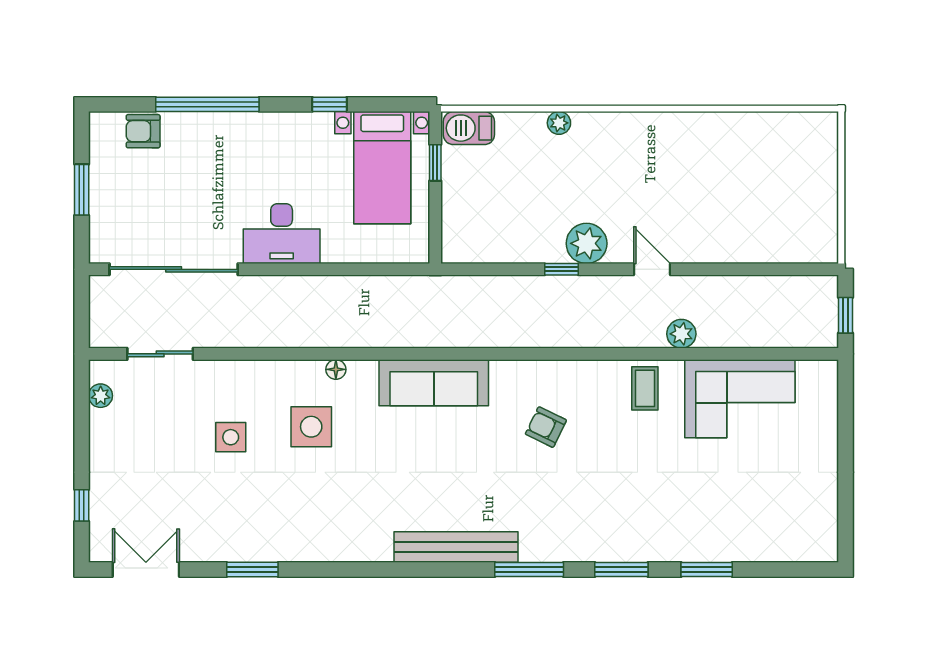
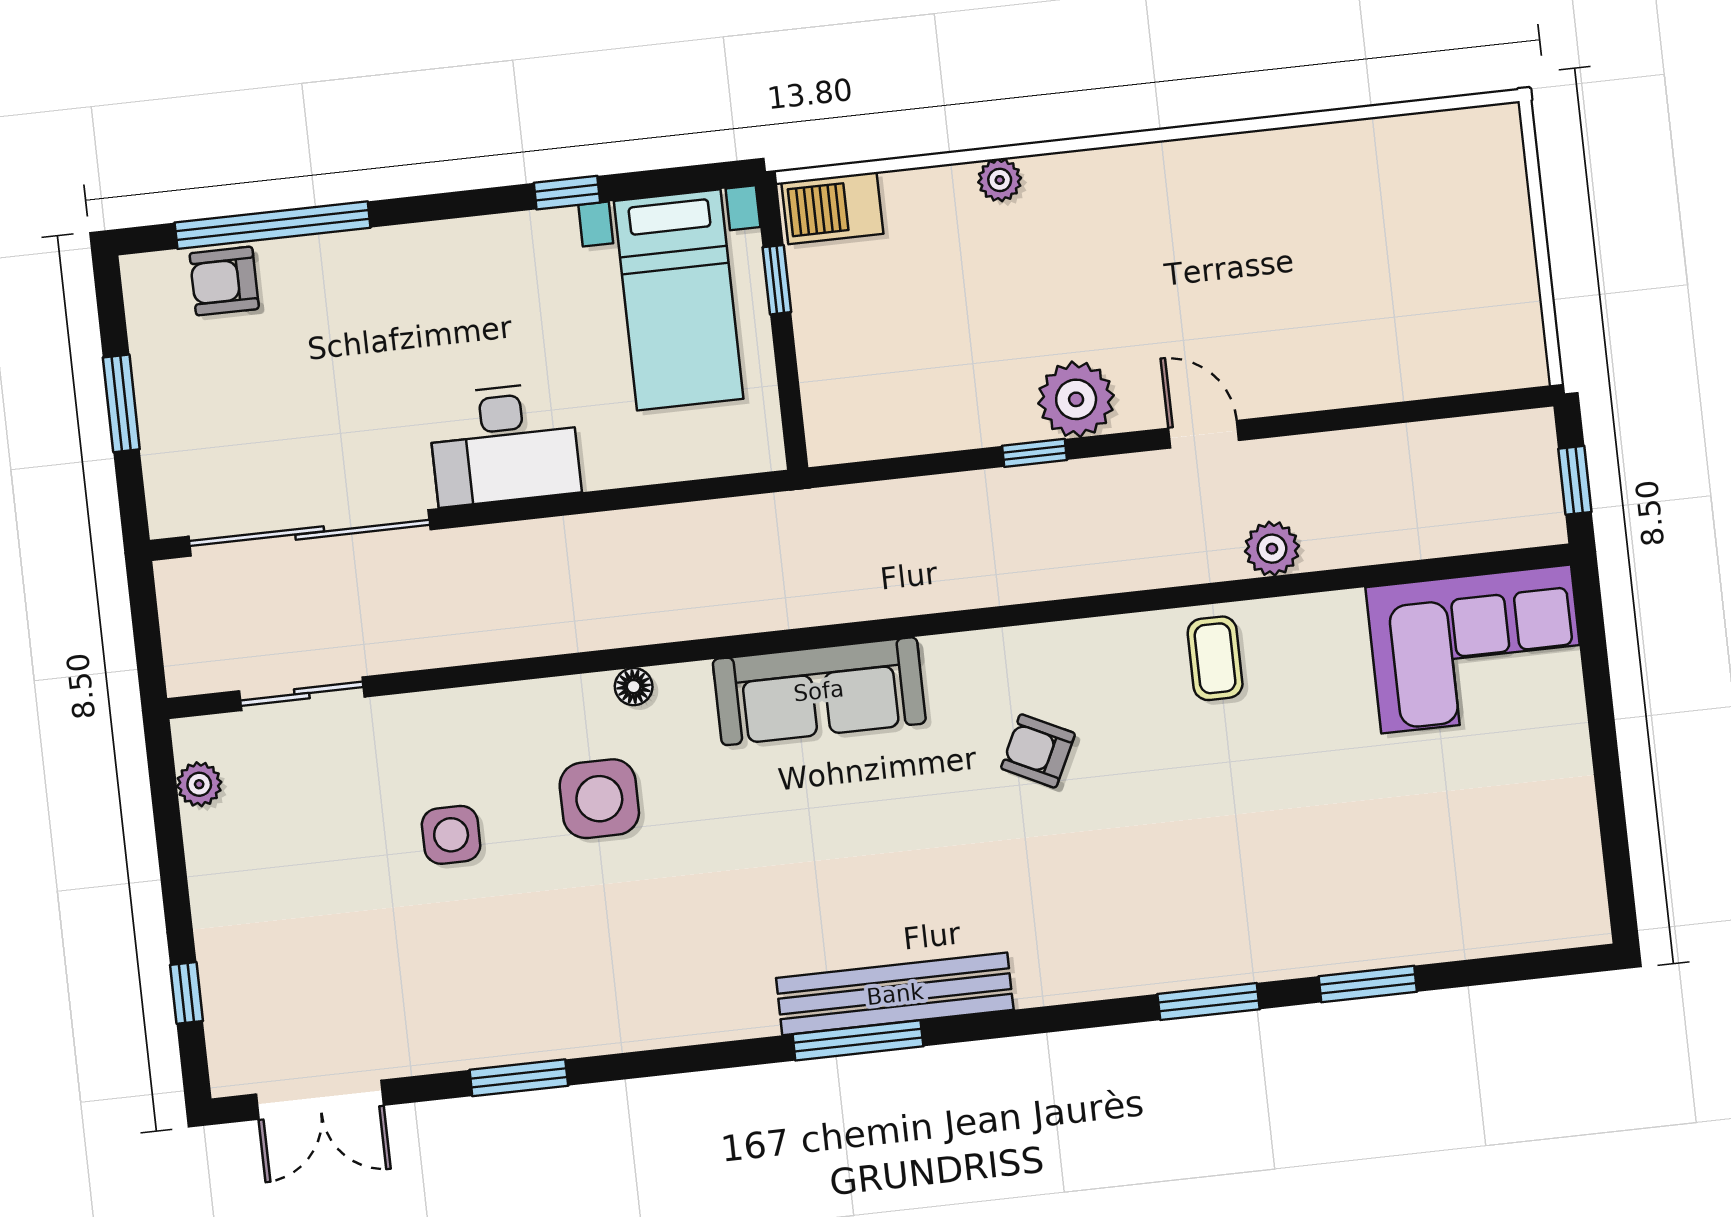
window: (207, 104) -> (273, 225), moved
corner sofa: (740, 399) -> (1476, 649), moved
double door: (146, 570) -> (320, 1100), swing flipped
window: (529, 570) -> (858, 1040), moved

